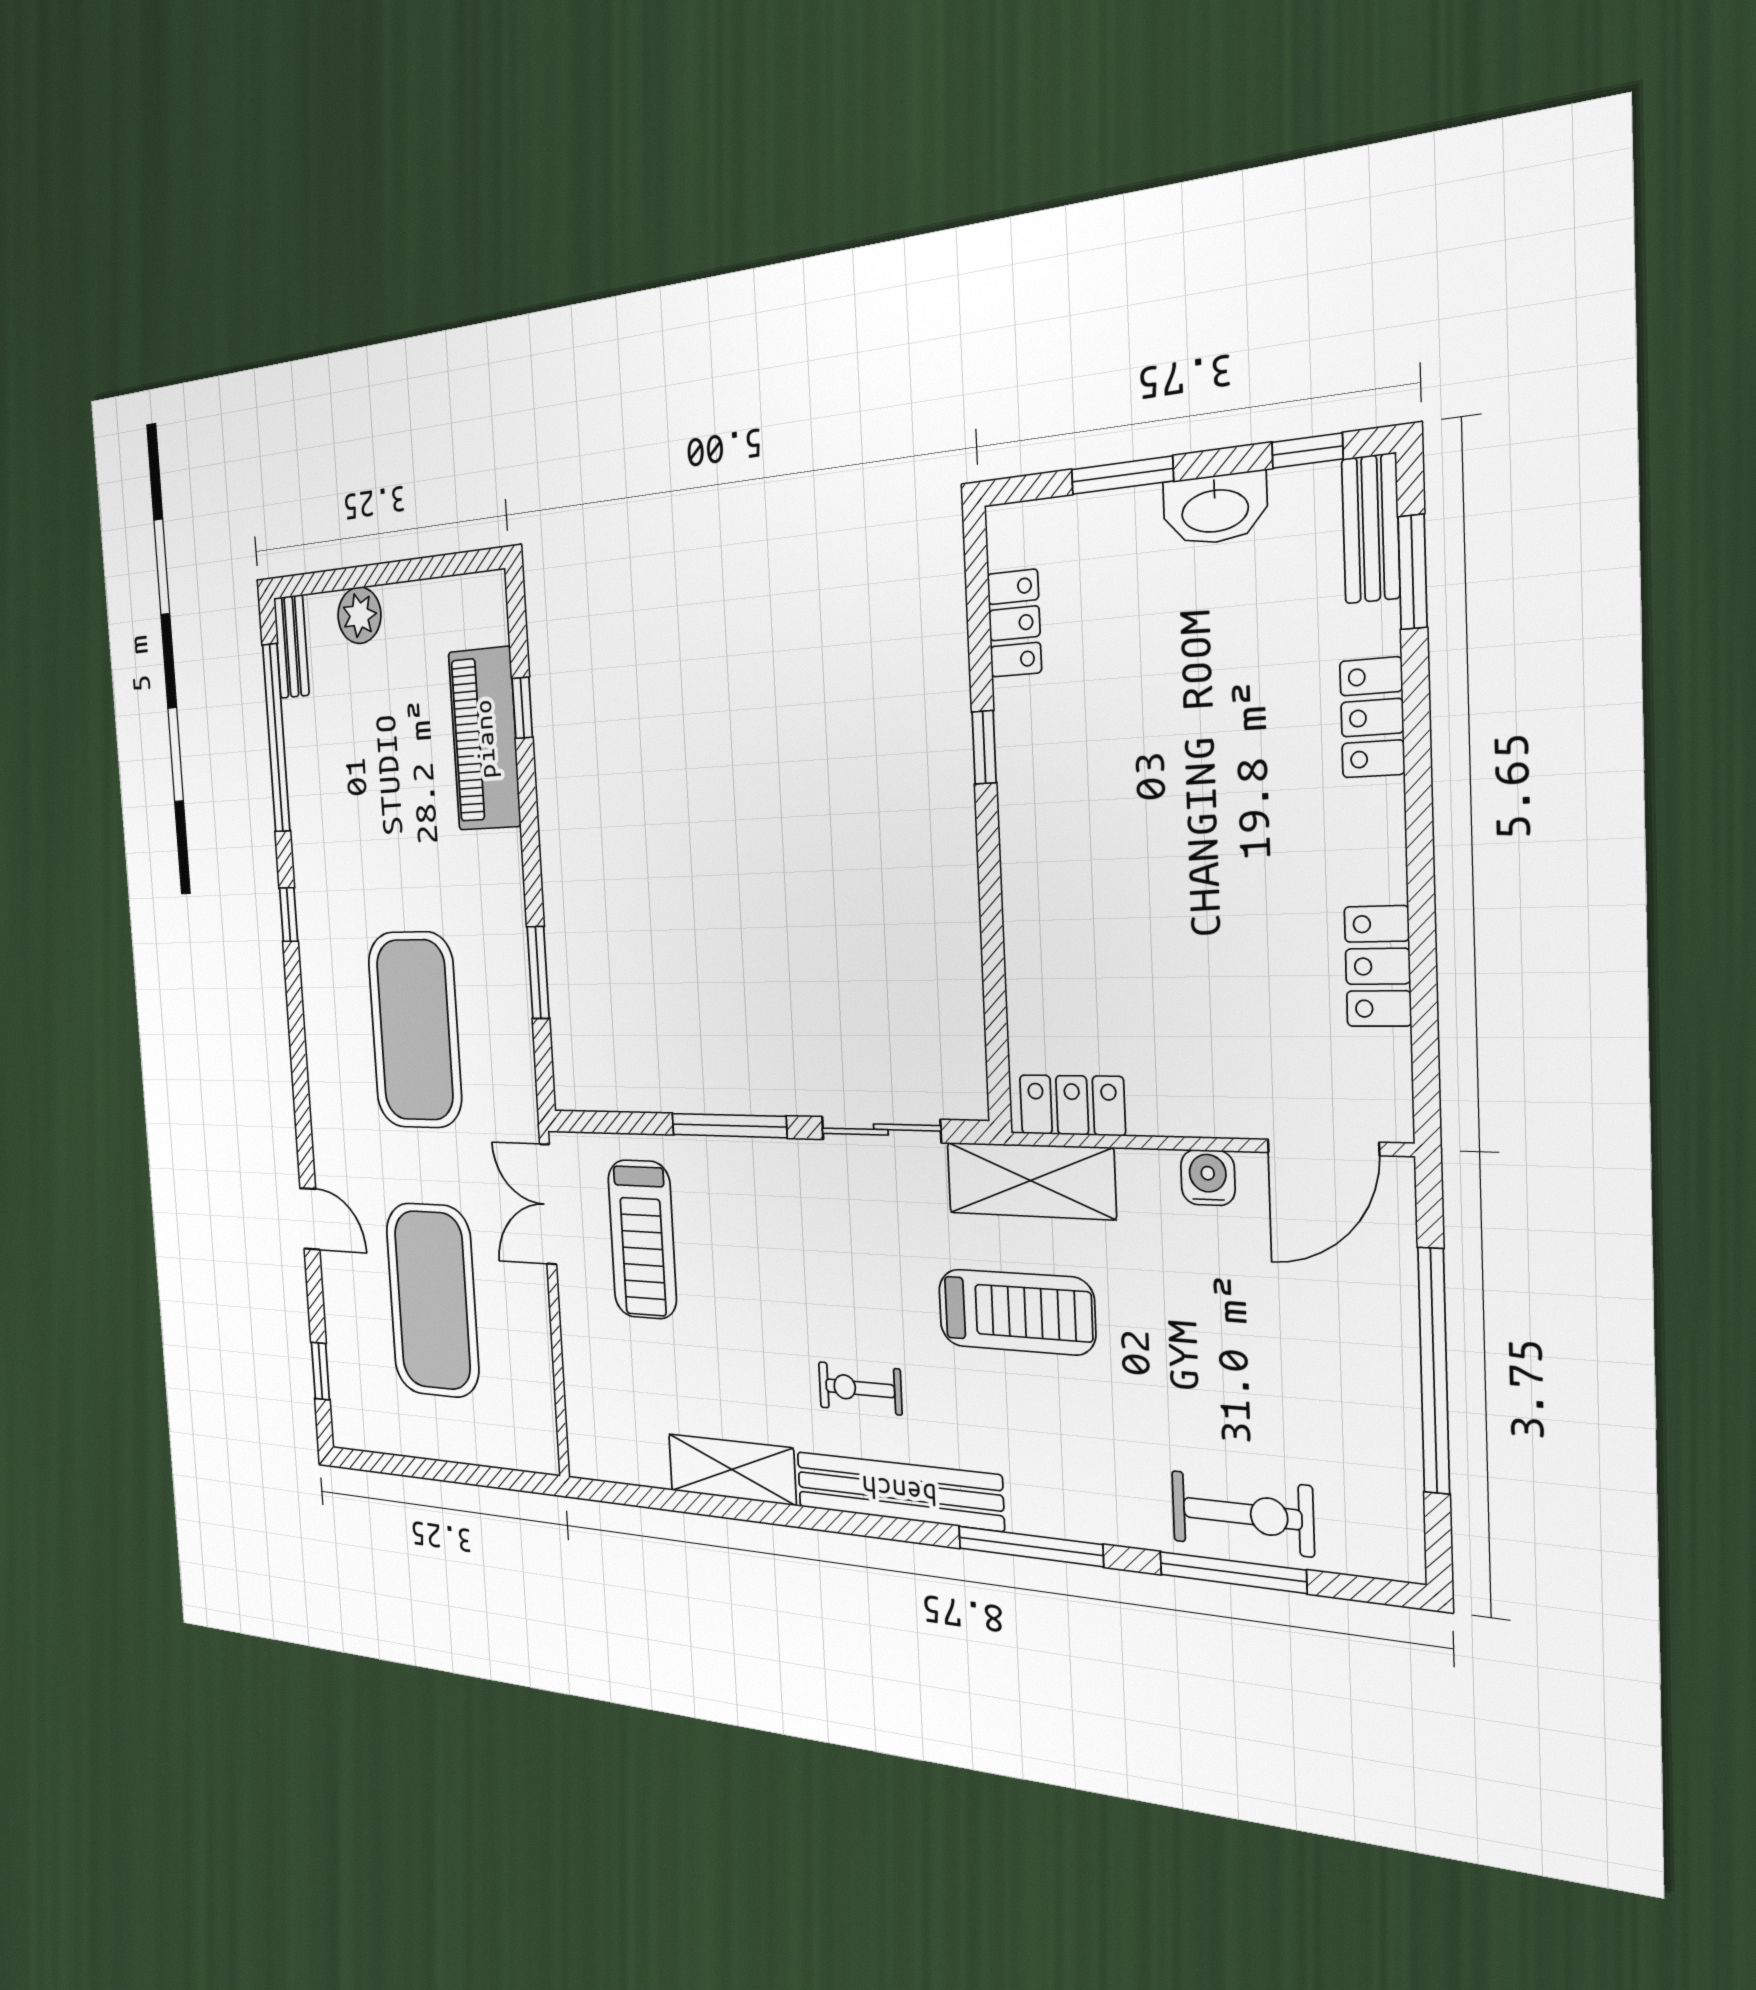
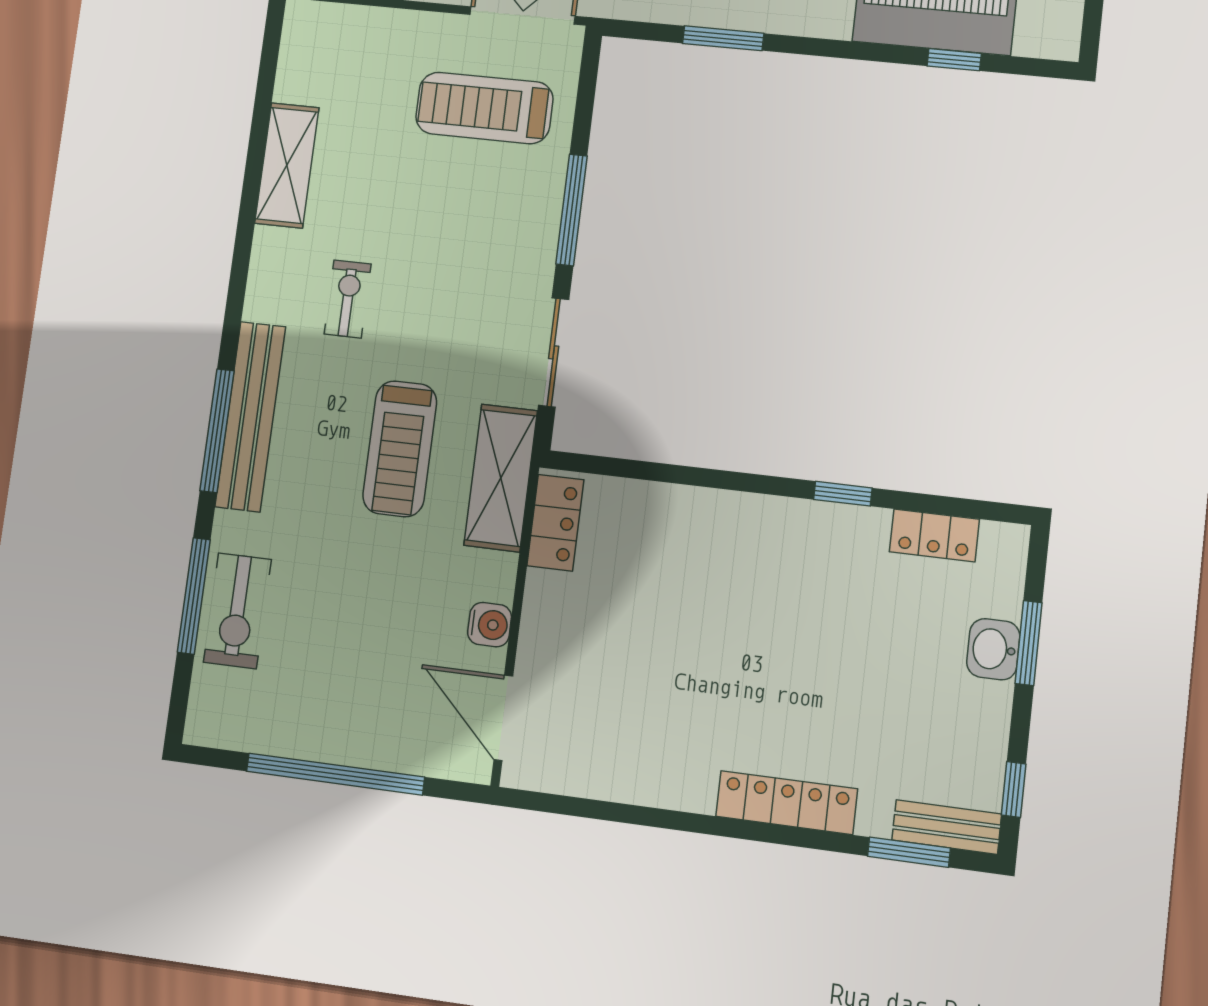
washbasin: (1215, 509) -> (993, 649), moved, width x0.72
locker: (1372, 718) -> (787, 803), width x1.53
locker: (1378, 966) -> (630, 780), removed
bench: (899, 1491) -> (250, 417), moved

